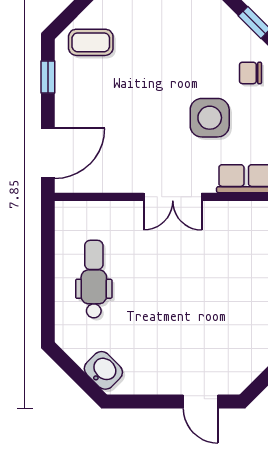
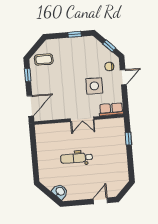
dental chair: (94, 279) -> (76, 158), moved, turned -90
door: (201, 402) -> (100, 201), swing flipped

